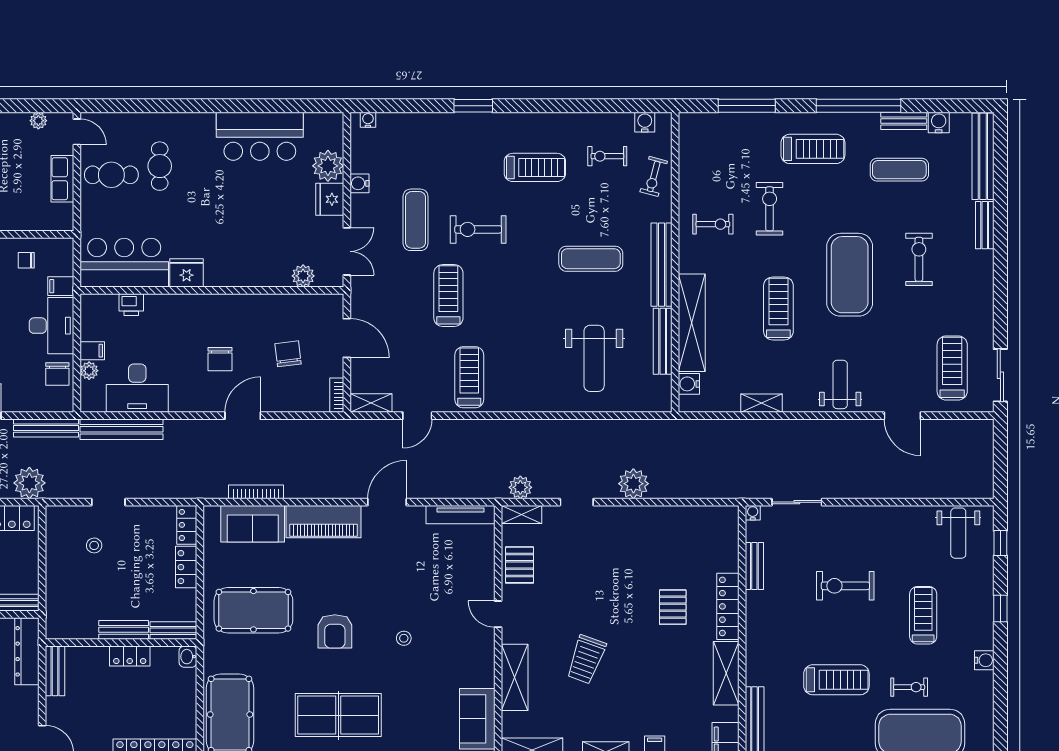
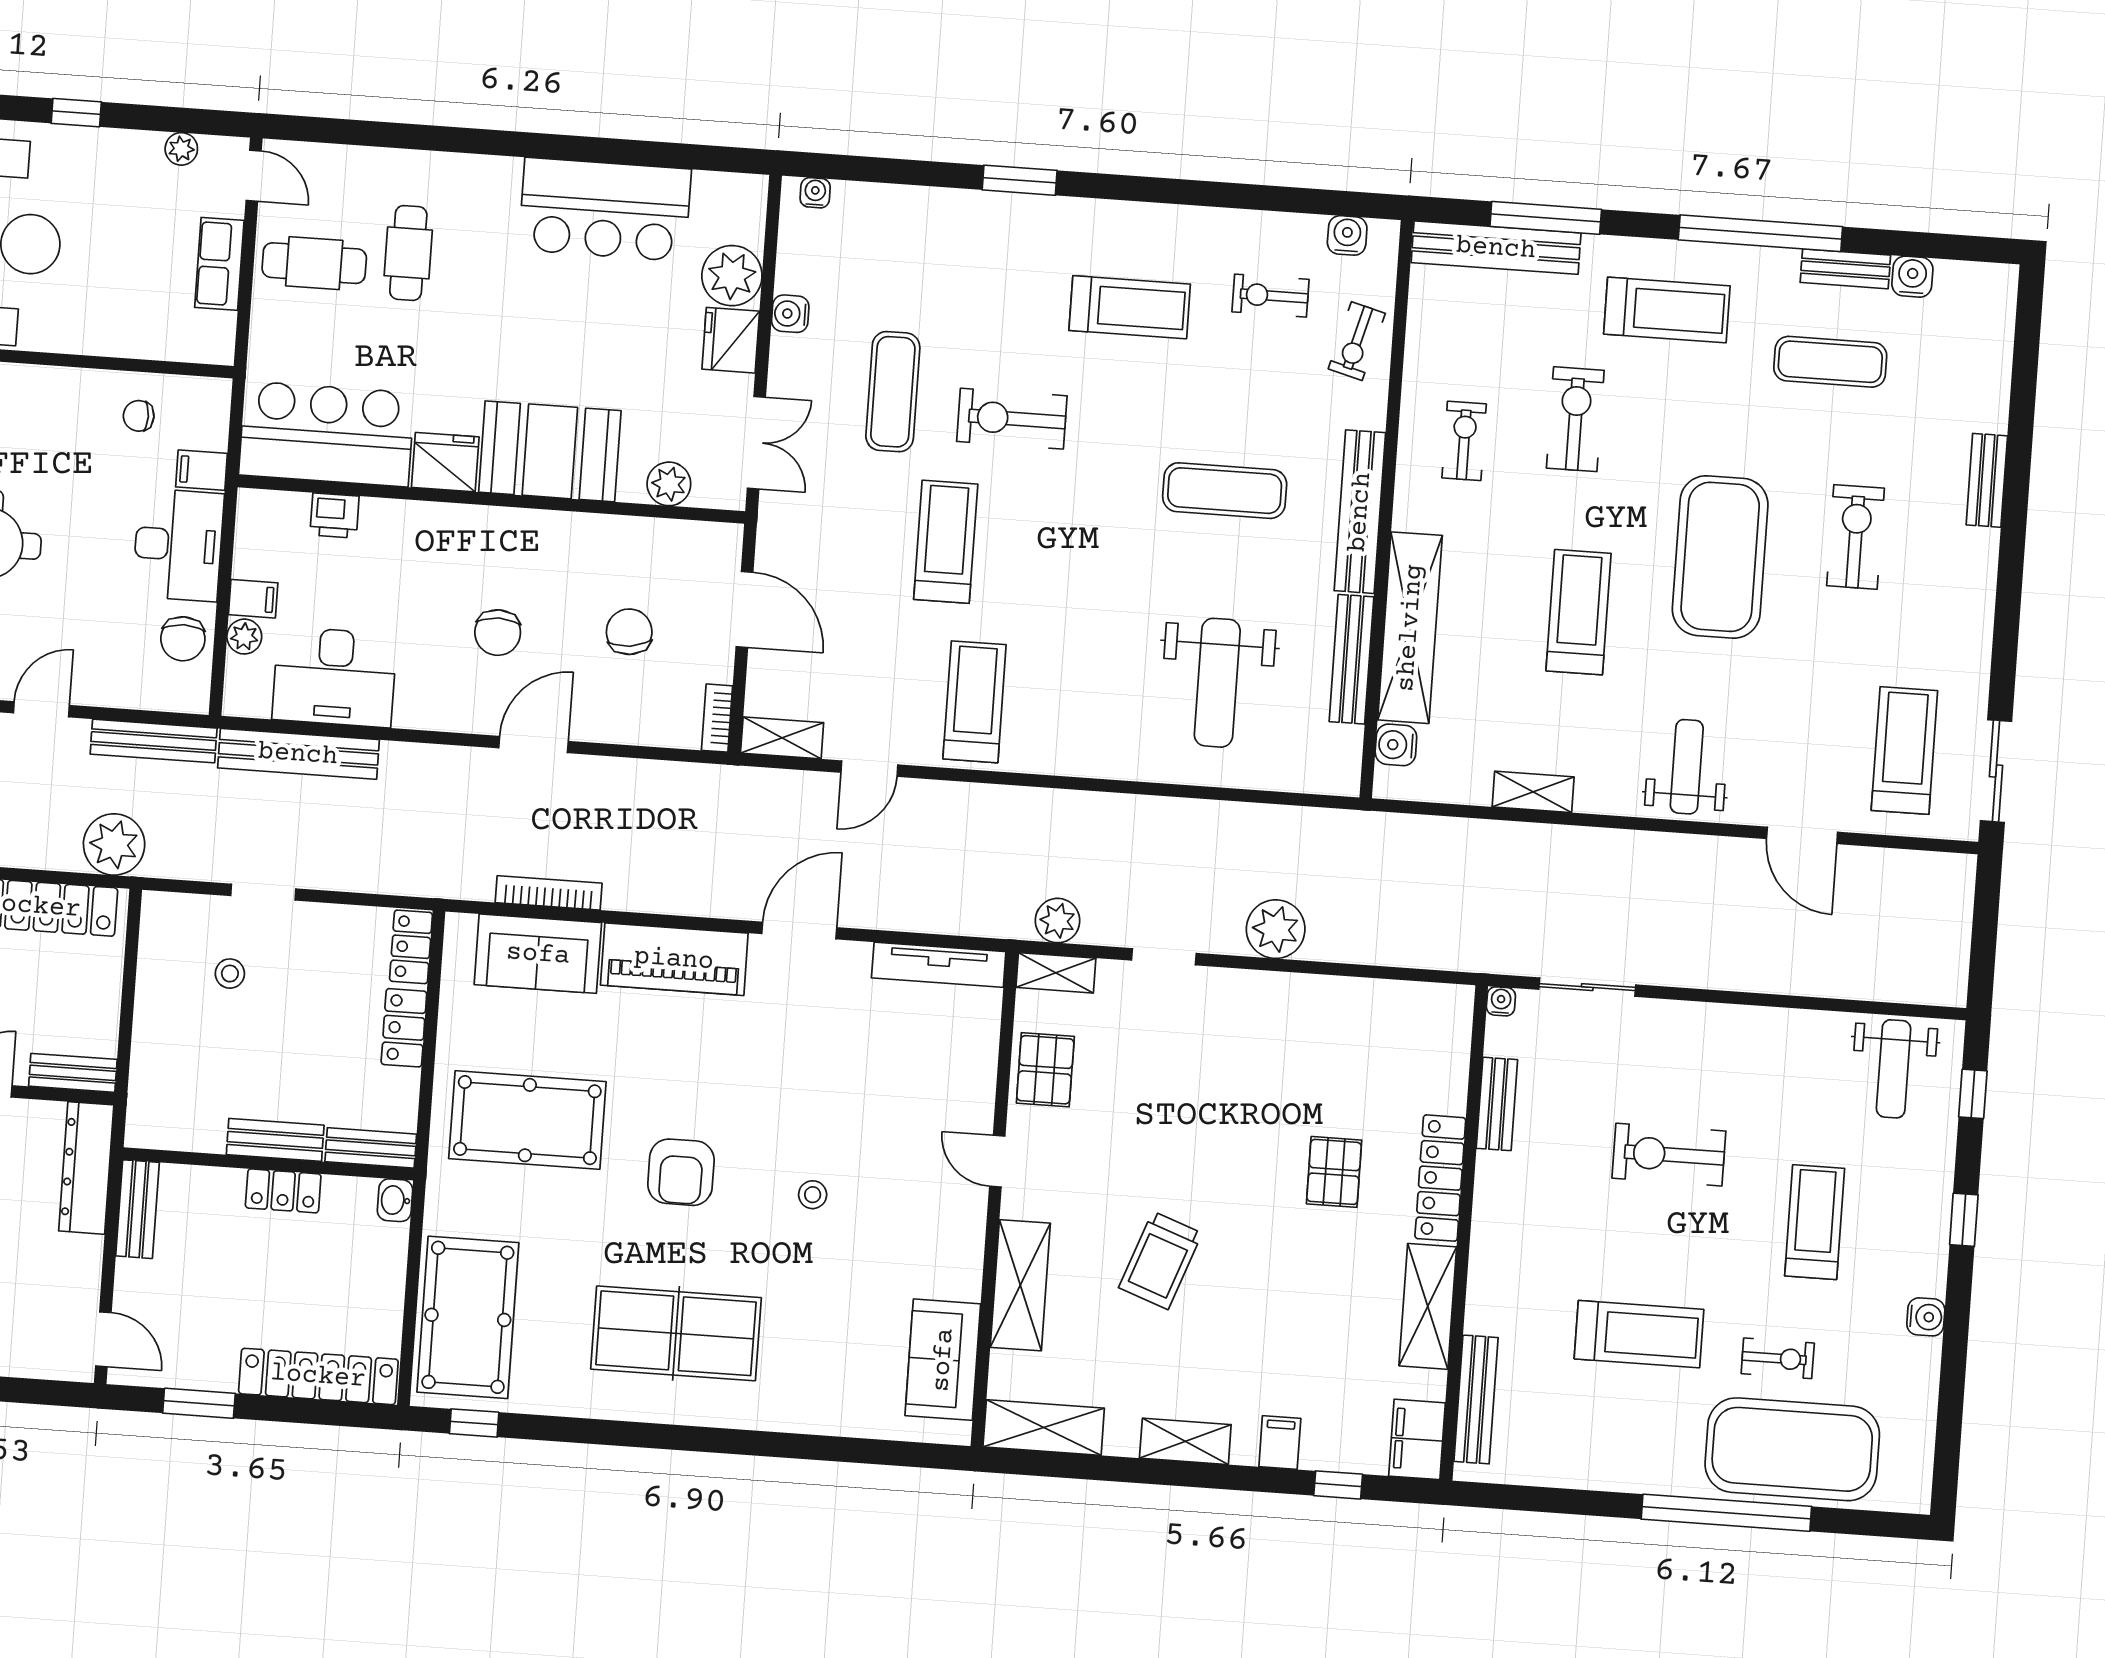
bench: (983, 156) -> (1496, 248), moved, turned 90
exercise bike: (713, 224) -> (1464, 441), turned -90
booth: (240, 263) -> (550, 451), added

